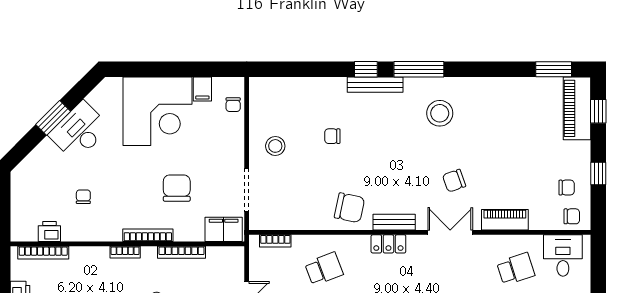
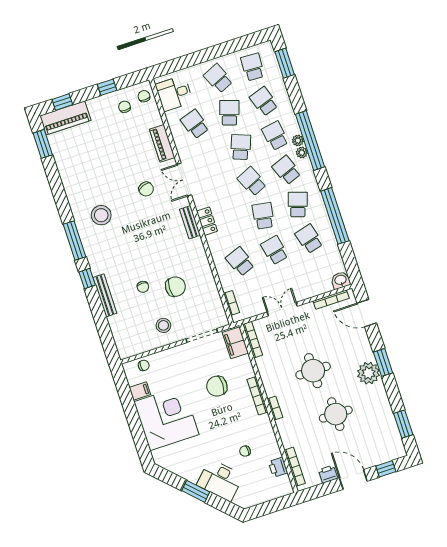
bench: (375, 85) -> (105, 295), moved
desk: (79, 131) -> (220, 480), moved
chair: (349, 208) -> (175, 287), moved, turned 78
bookcase: (181, 252) -> (253, 340), moved

